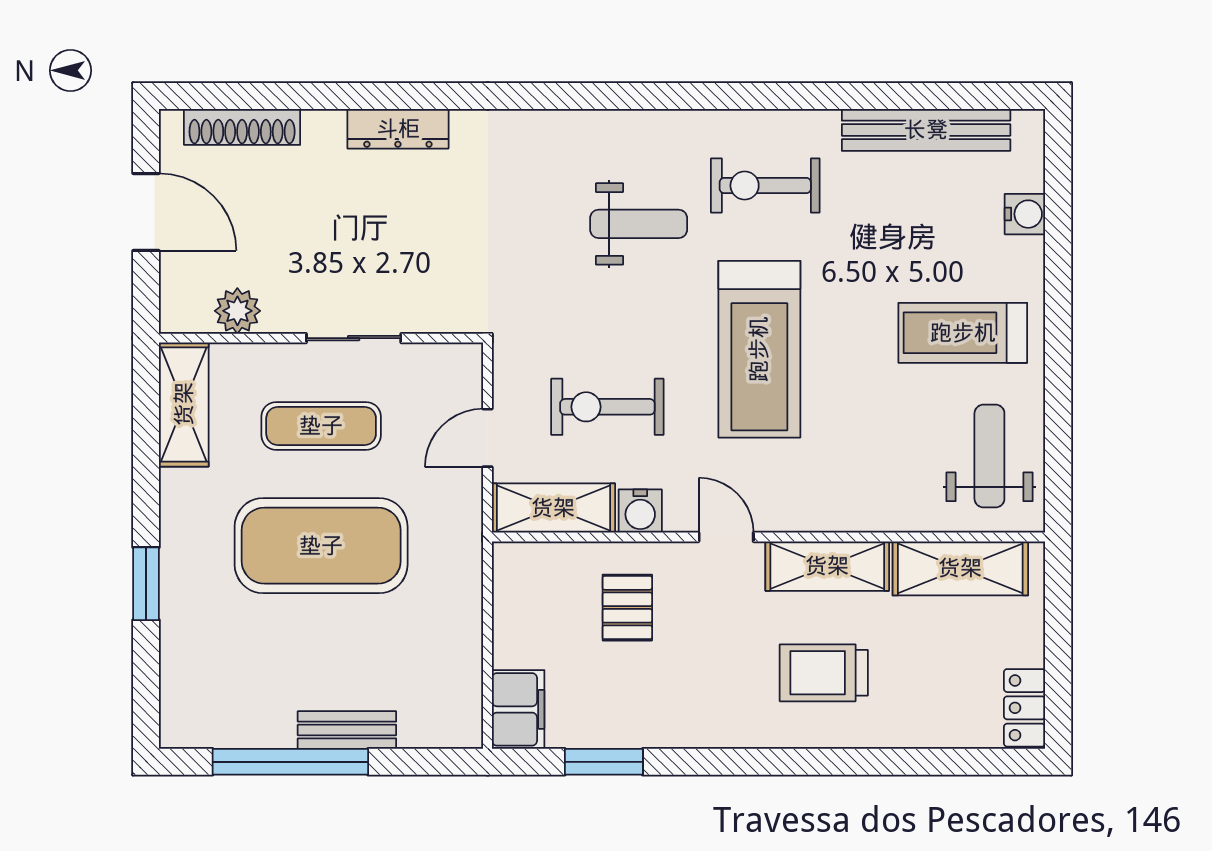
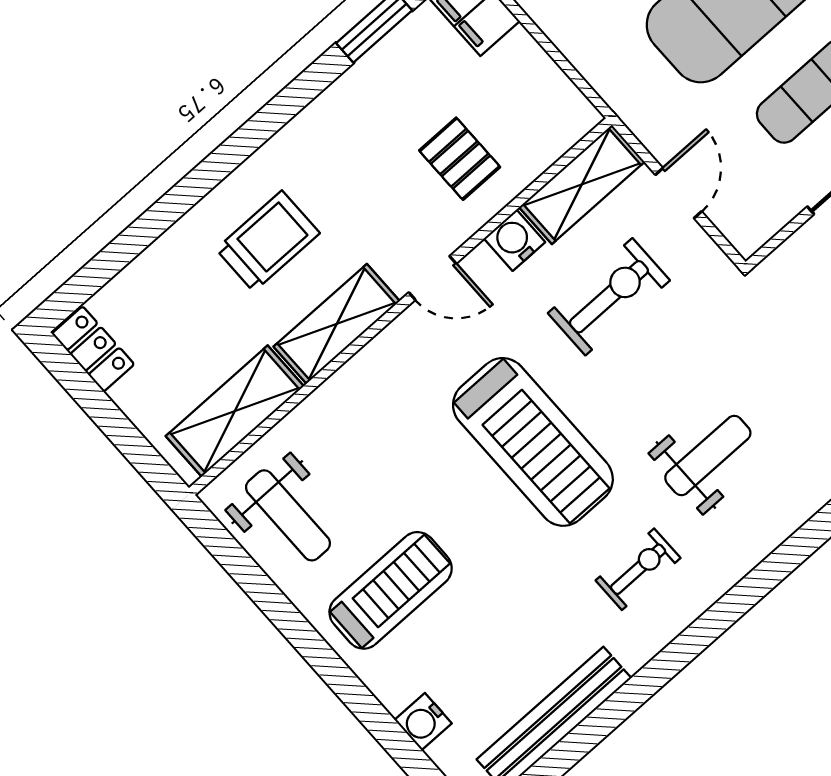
exercise bike: (765, 186) -> (638, 569), width x0.73, depth x0.72
weight bench: (639, 224) -> (708, 456), turned 180
treadmill: (759, 349) -> (533, 442), turned 180

